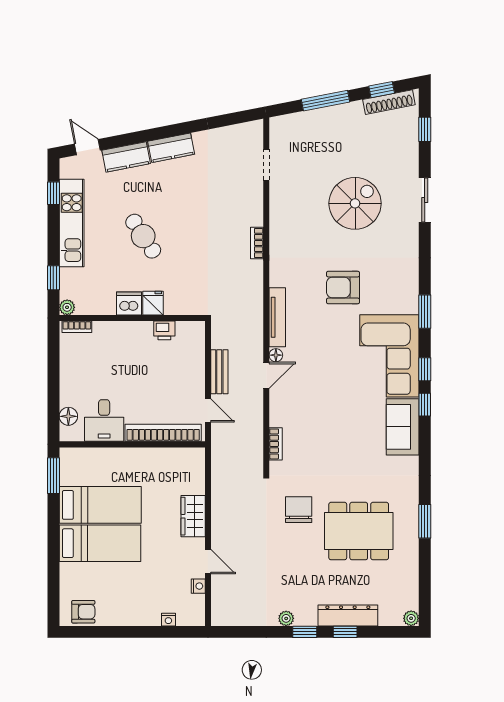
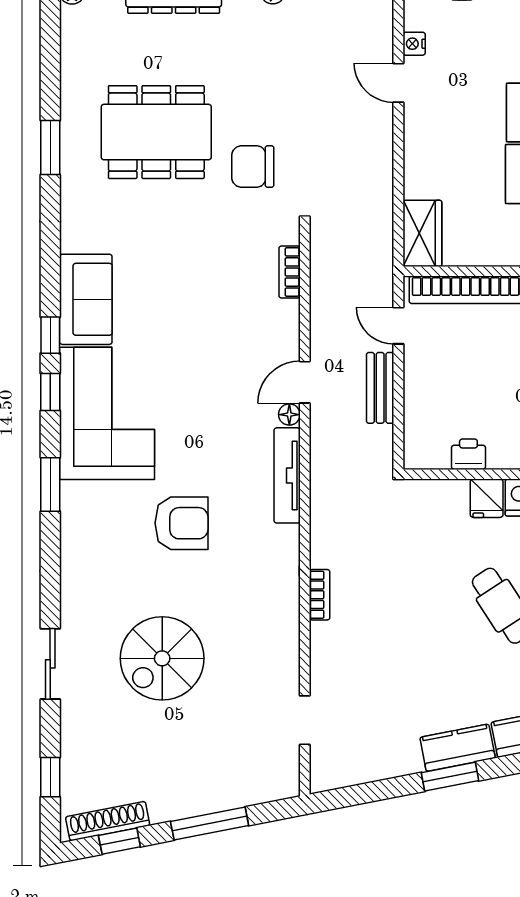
window: (176, 130) -> (450, 777), added
chair: (299, 510) -> (253, 167), turned 90
wardrobe: (193, 516) -> (422, 233), moved

